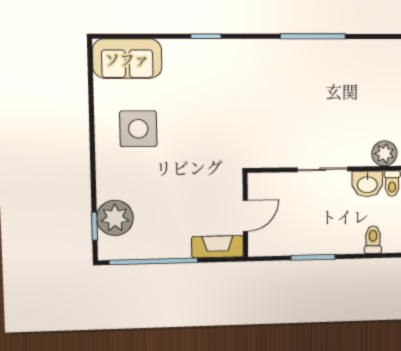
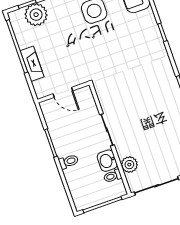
toilet: (373, 240) -> (69, 162), moved
fireplace: (218, 247) -> (32, 64), moved

